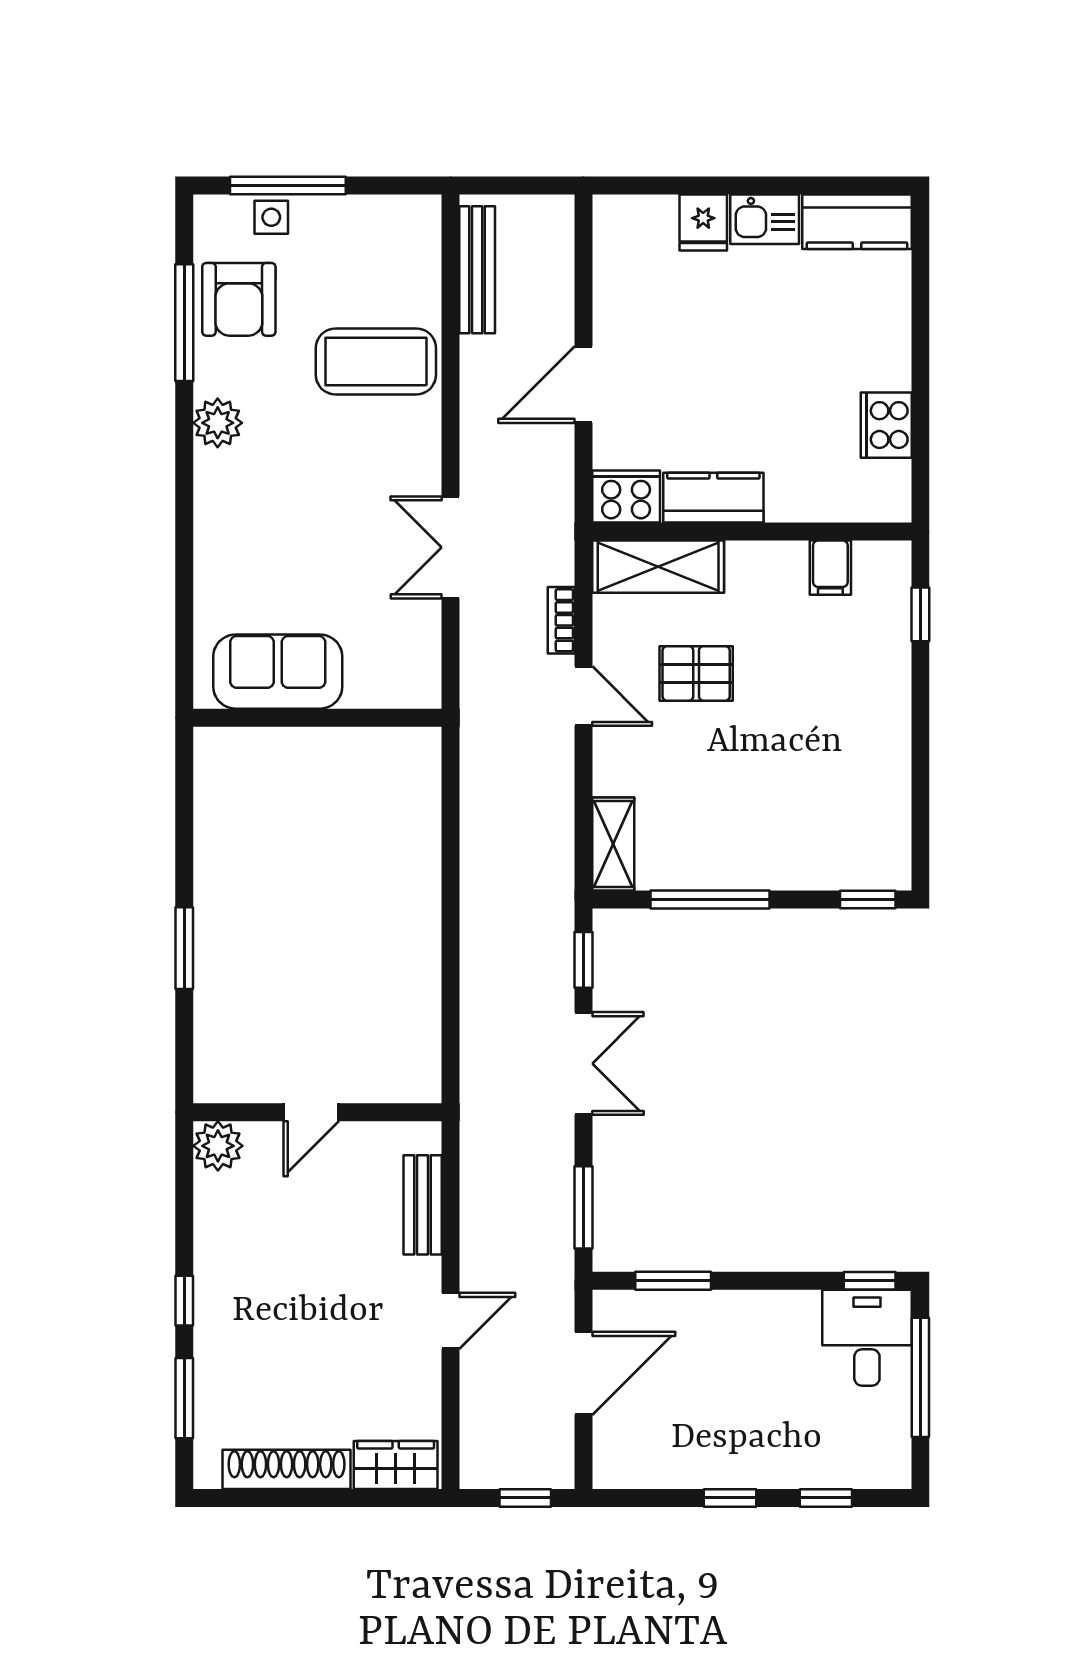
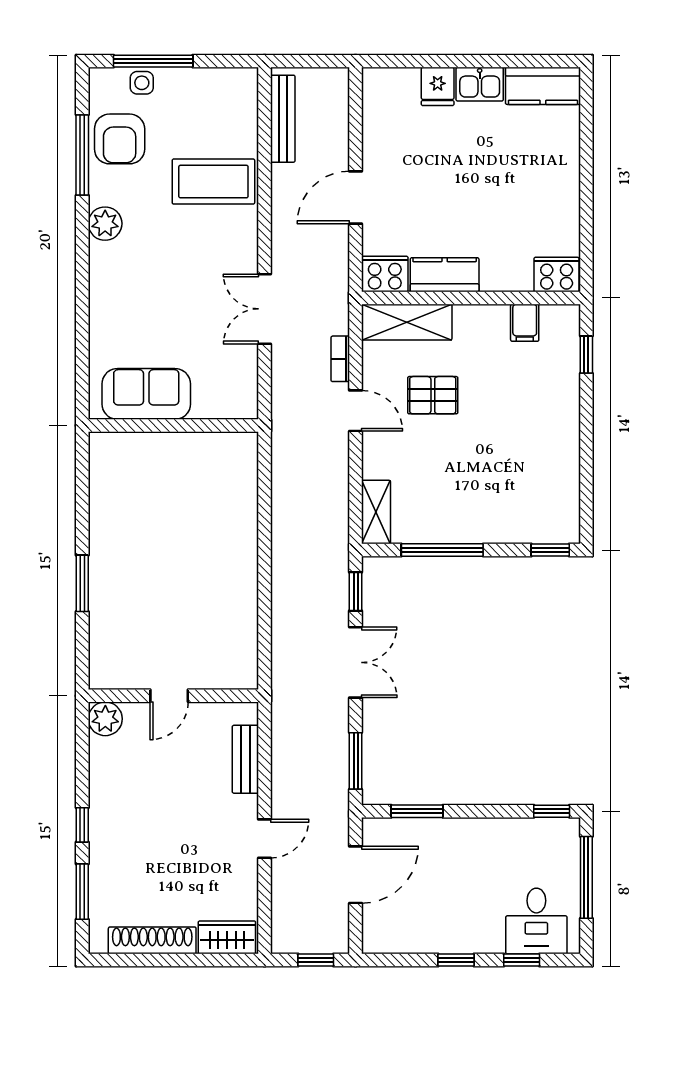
cooker: (886, 425) -> (557, 275), moved, turned 90
desk: (867, 1338) -> (536, 921), moved, turned 180

